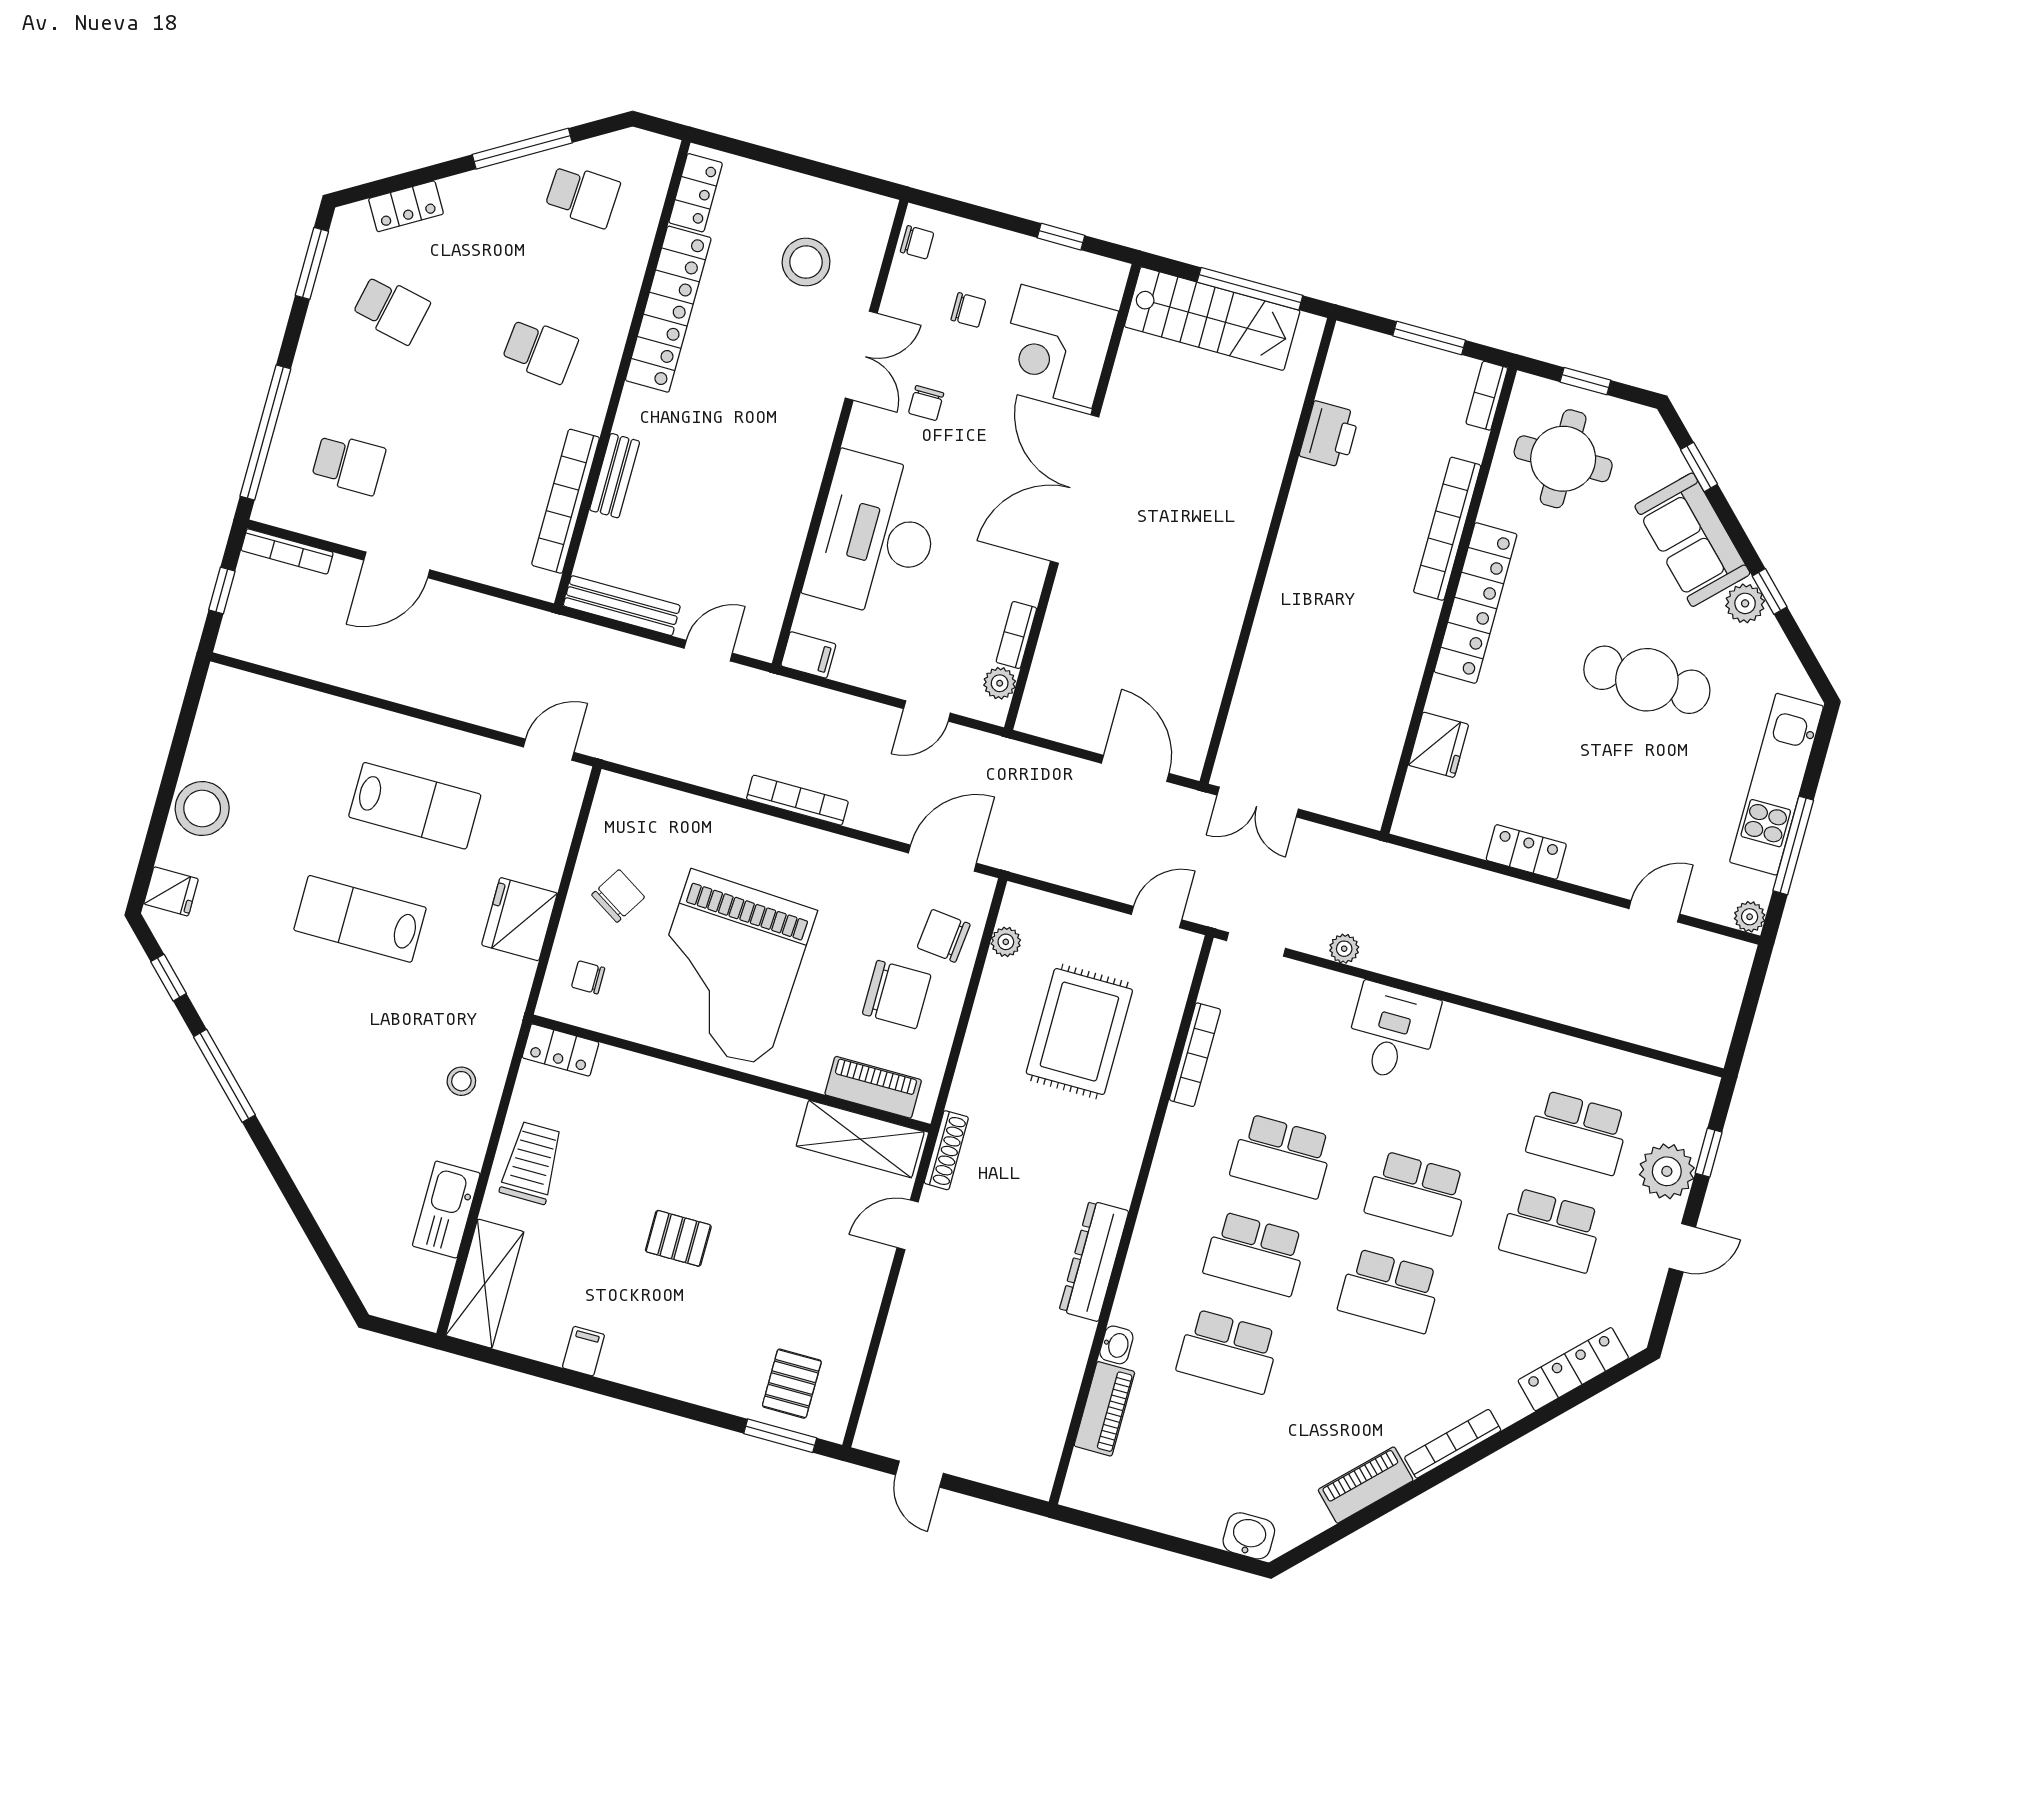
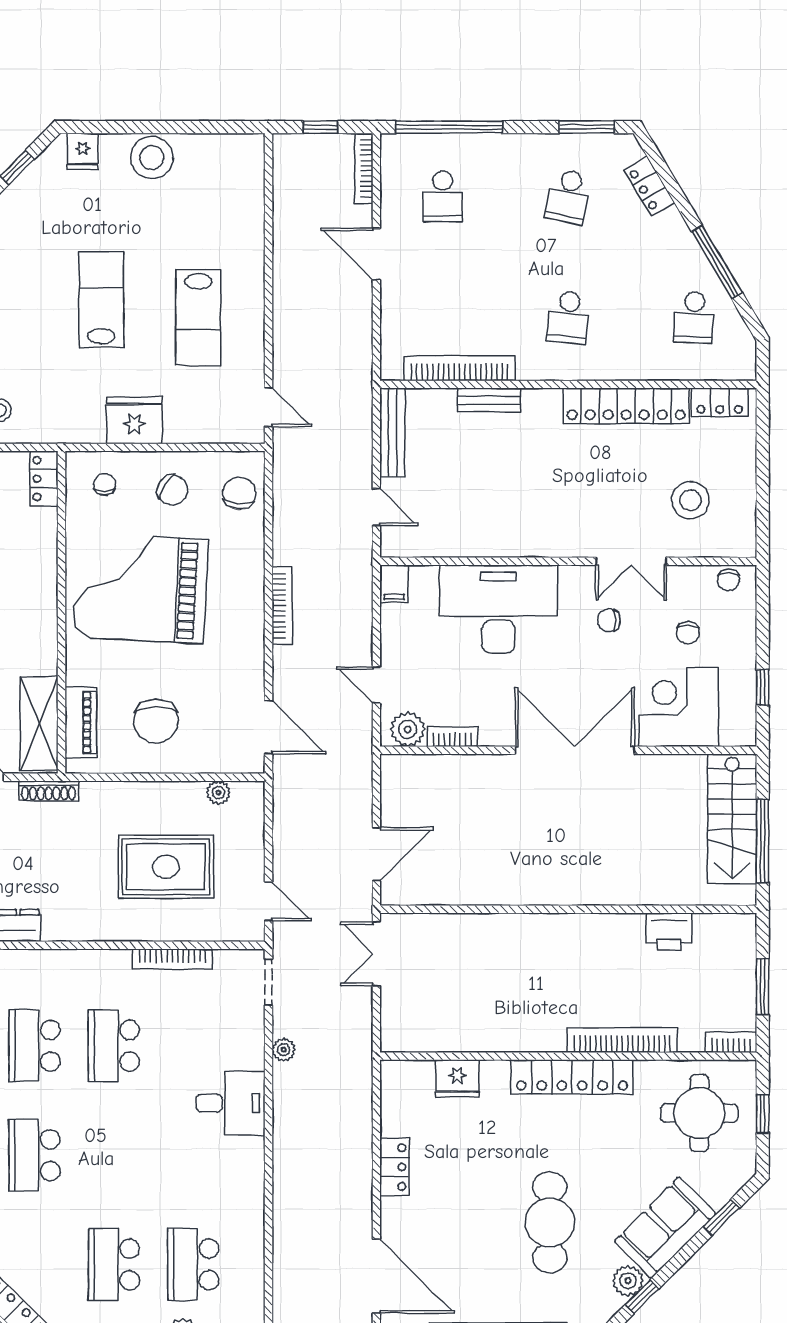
plant: (1000, 683) -> (408, 729), width x1.38, depth x1.38
door: (1654, 911) -> (376, 1276), width x1.87
chair: (944, 936) -> (239, 493), moved
school desk: (1416, 1193) -> (114, 1155), removed

